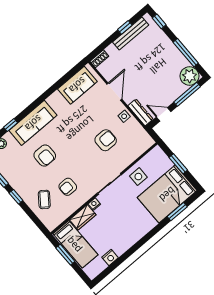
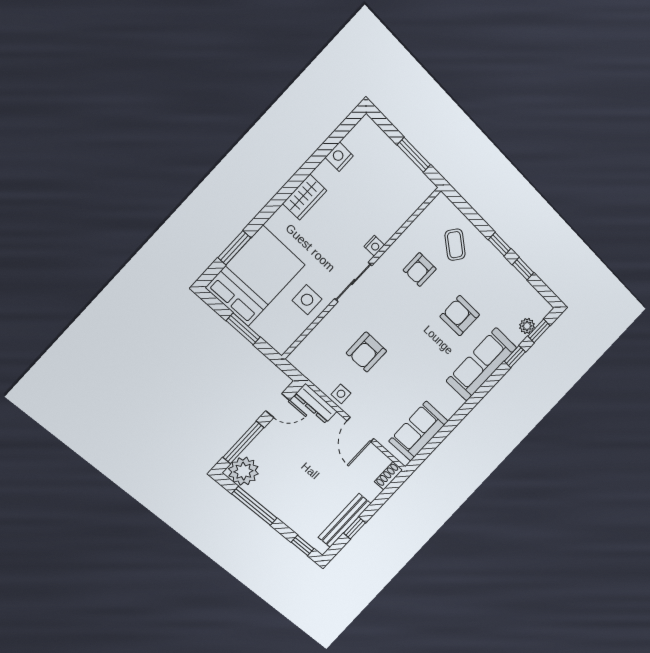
armchair: (68, 187) -> (420, 270), turned 180
wardrobe: (83, 217) -> (305, 197), moved, turned 180
bed: (75, 244) -> (399, 174), removed

